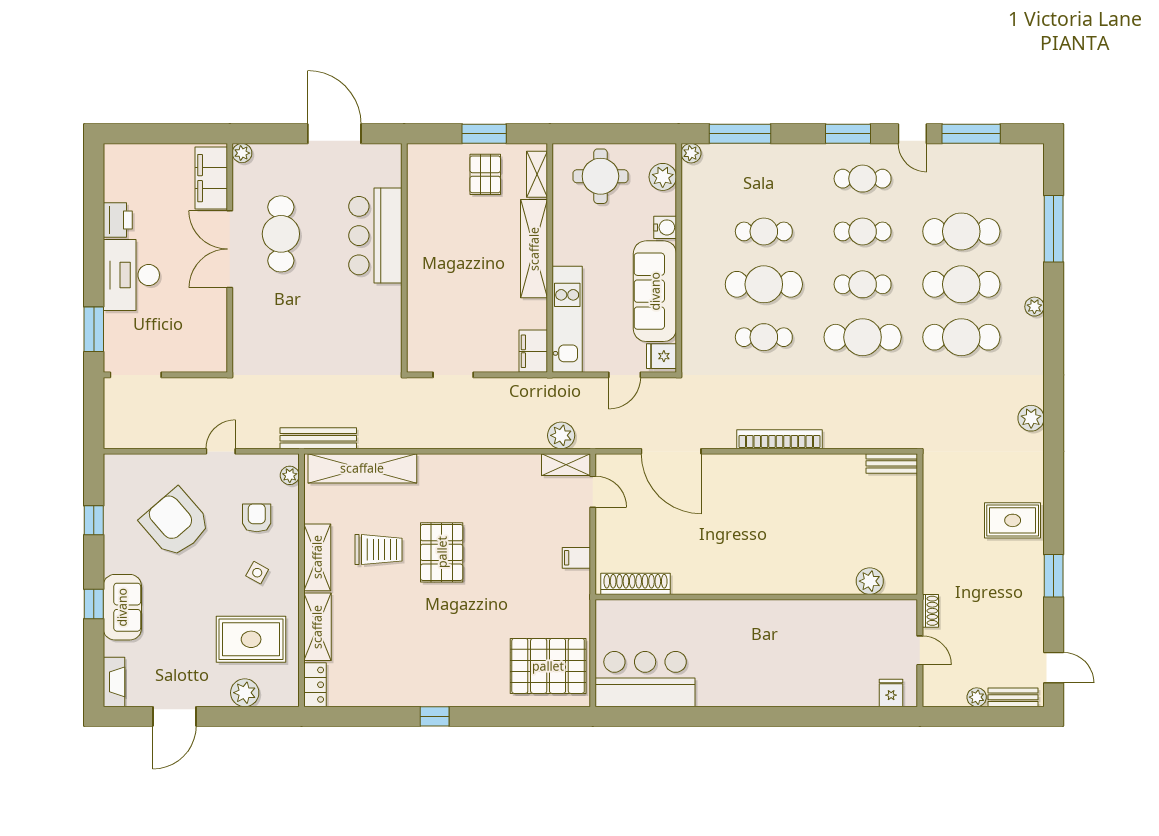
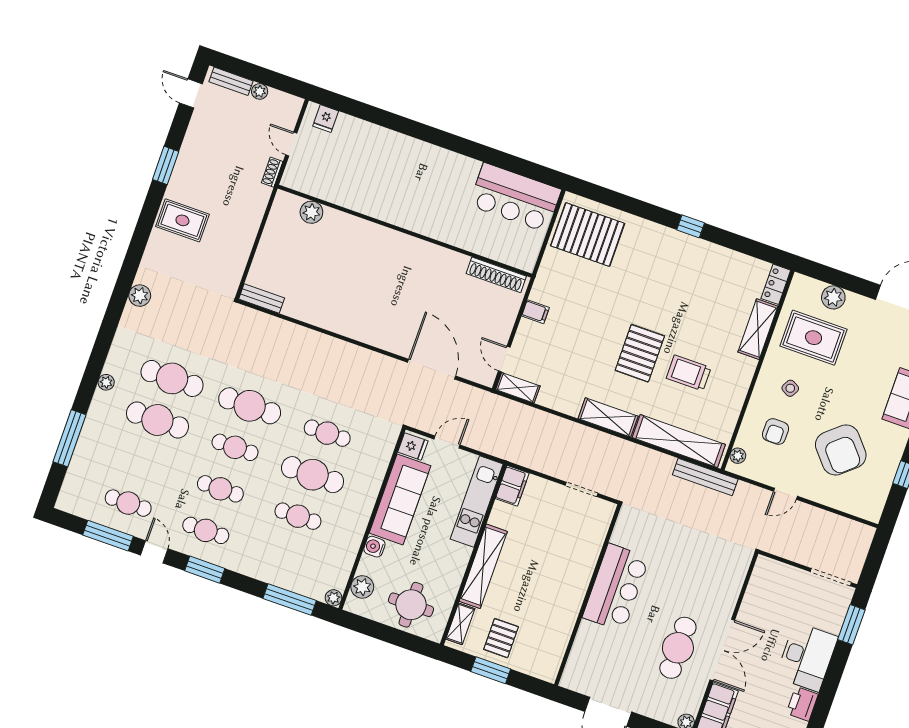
cafe table: (961, 231) -> (128, 503), moved, width x0.73, depth x0.74
bar counter: (375, 236) -> (616, 587), moved
plant: (561, 435) -> (514, 412), removed
bookcase: (779, 439) -> (343, 349), removed
shelving: (317, 557) -> (608, 417), moved, turned 90

